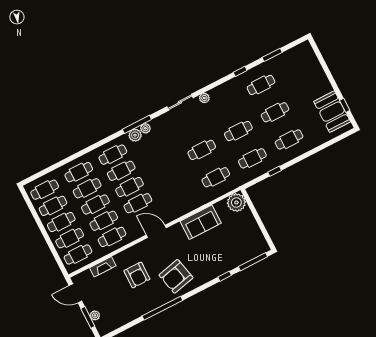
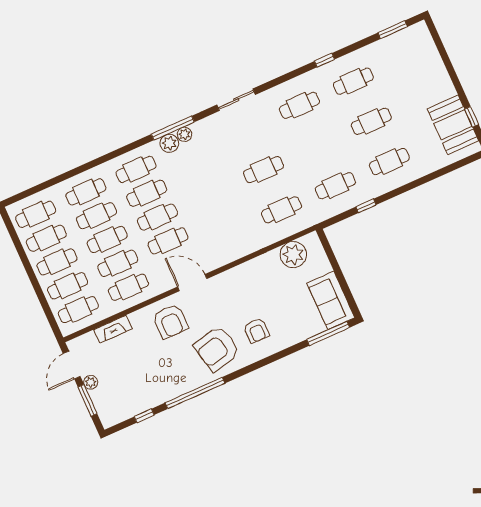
window: (272, 55) -> (393, 30), moved
plant: (204, 98) -> (271, 96), removed
cafe table: (238, 131) -> (299, 105), moved
plant: (236, 202) -> (293, 255), moved
sofa: (201, 222) -> (331, 300), moved, turned 90
armchair: (203, 262) -> (256, 331), added
armchair: (137, 275) -> (170, 321), moved
window: (225, 276) -> (144, 416), moved
door: (75, 293) -> (72, 365), hinge flipped
plant: (95, 315) -> (91, 382), moved

